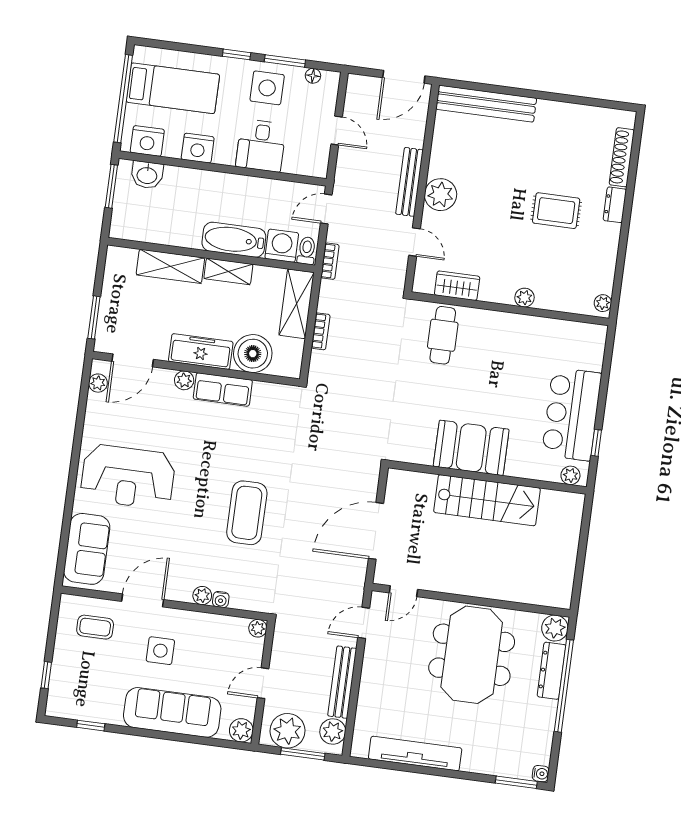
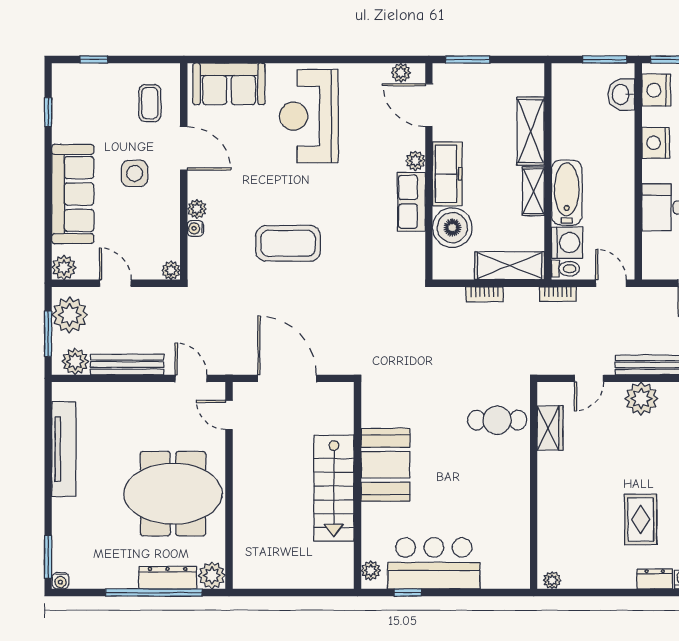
plant: (525, 298) -> (547, 499), removed

